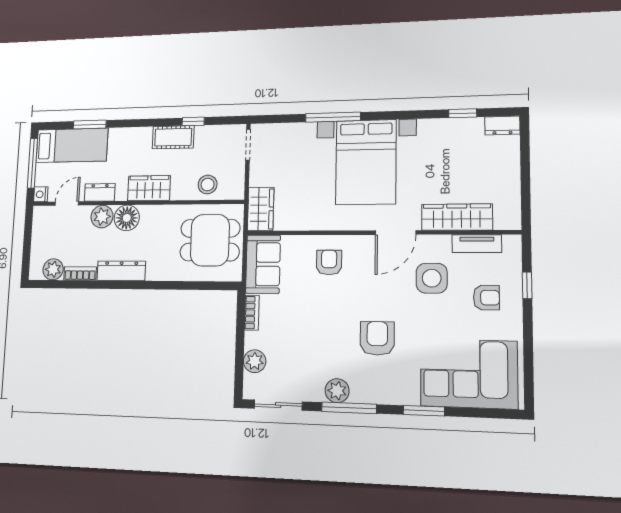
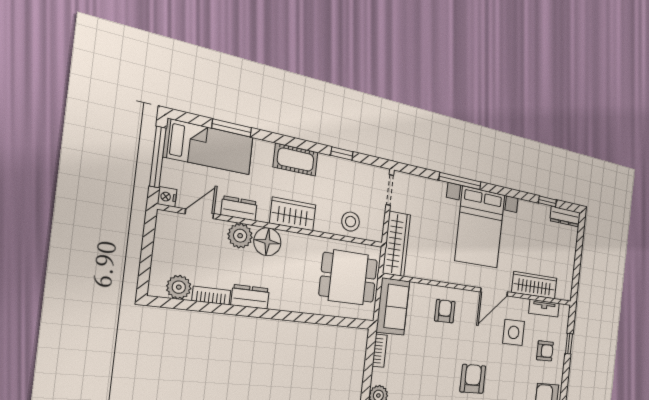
dresser: (502, 125) -> (565, 217), width x1.44
cot: (173, 137) -> (296, 160), moved
wardrobe: (261, 209) -> (396, 244), width x1.50
dresser: (121, 271) -> (250, 297), width x0.70

